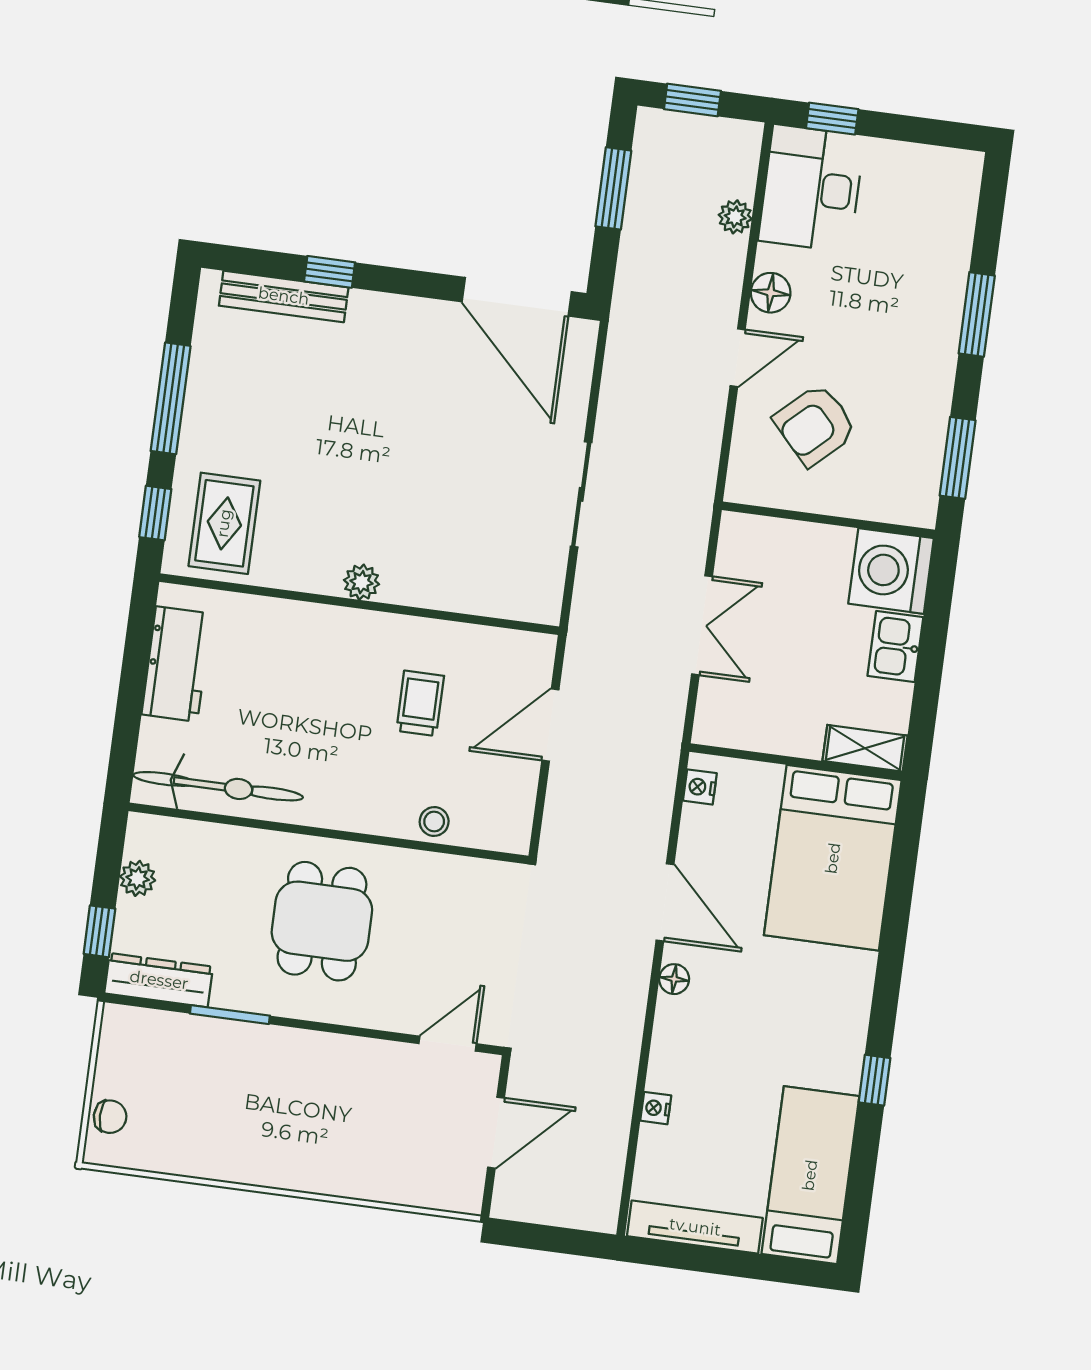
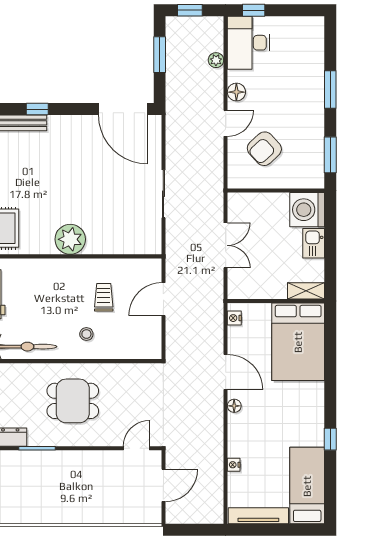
plant: (362, 582) -> (70, 239), width x1.88, depth x1.88
stool: (434, 821) -> (86, 334), moved
dining table: (322, 921) -> (73, 401), turned 90

